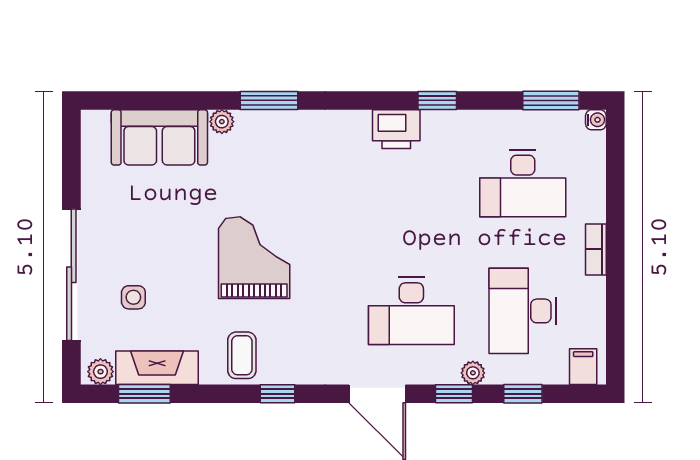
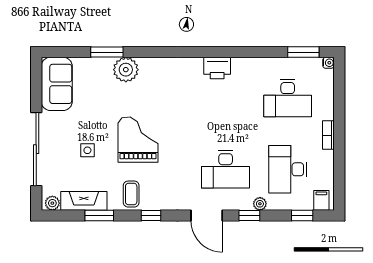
window: (269, 100) -> (107, 52), moved
window: (437, 100) -> (240, 52), removed
plant: (222, 122) -> (126, 70), width x1.88, depth x1.88
sofa: (159, 137) -> (57, 84), moved, turned -90
side table: (133, 297) -> (87, 150), moved
window: (144, 394) -> (99, 215), moved
window: (523, 394) -> (302, 215), moved

